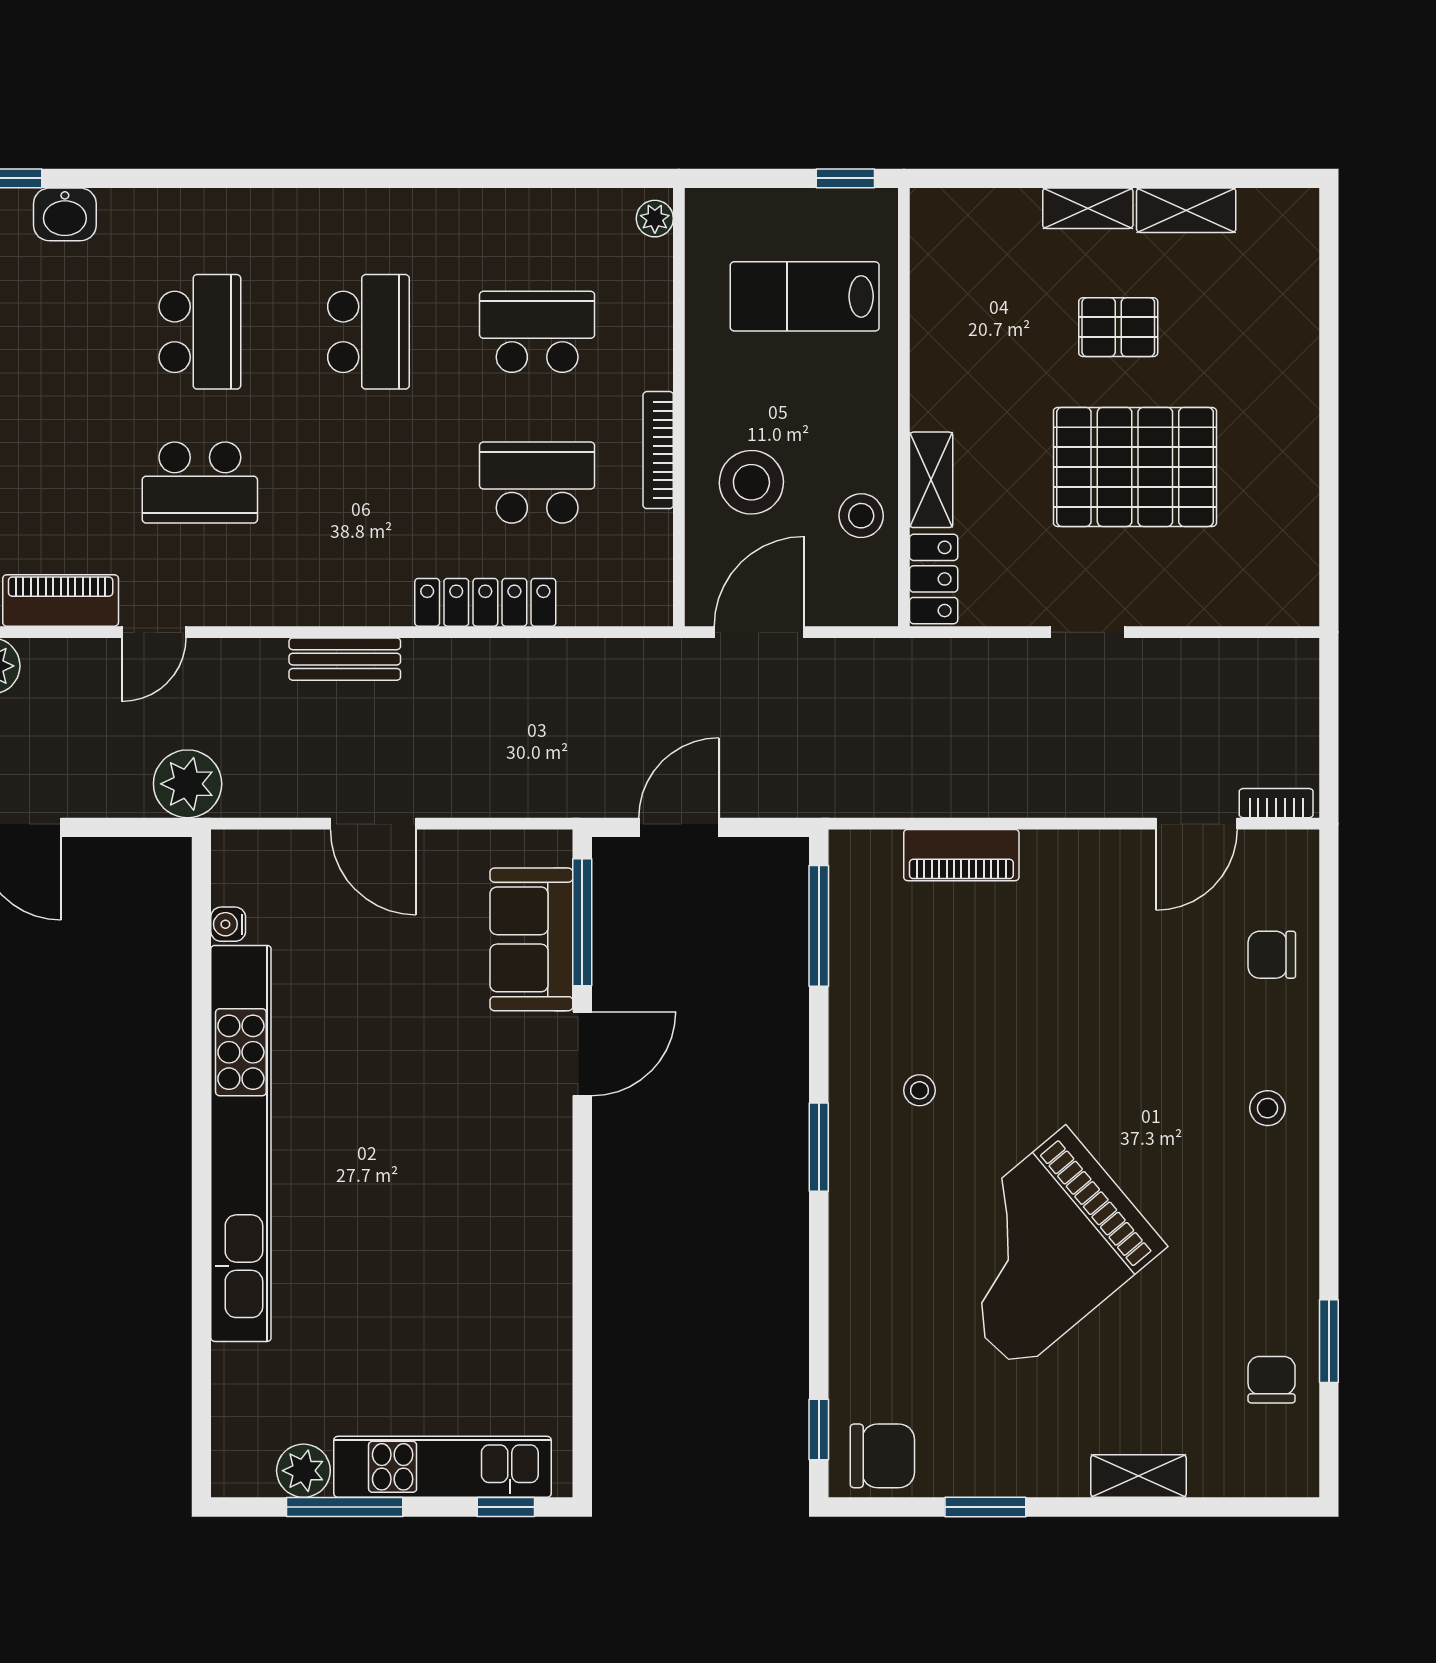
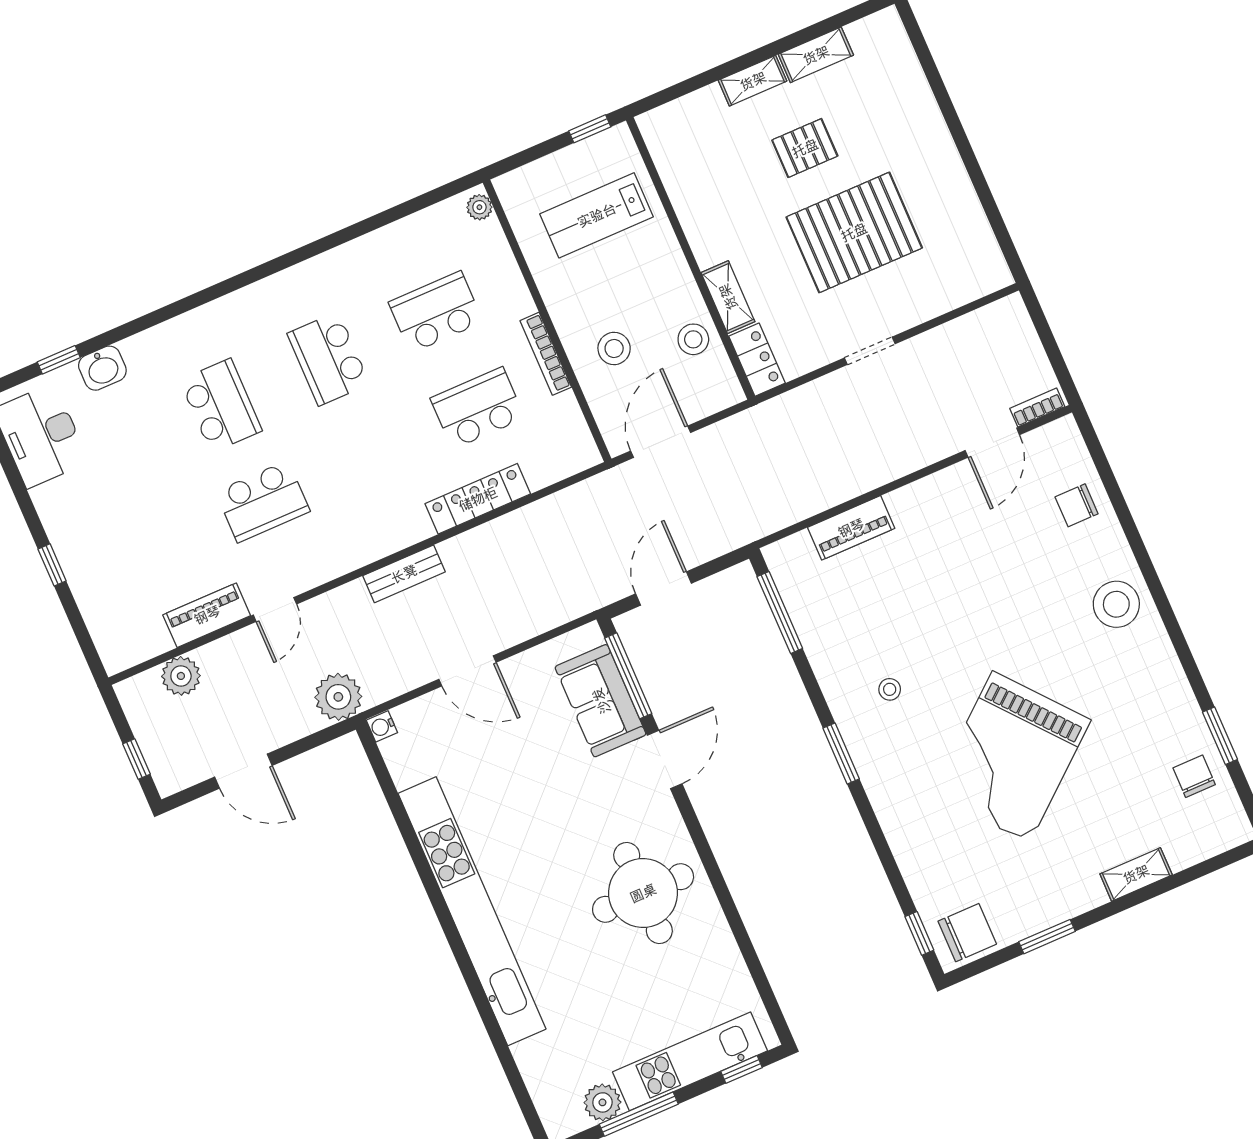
school desk: (368, 332) -> (328, 359), turned 180
stool: (751, 482) -> (614, 348), width x0.73, depth x0.73
water cooler: (228, 924) -> (382, 726), moved
stool: (1268, 1108) -> (1116, 604), width x1.89, depth x1.89
round table: (477, 1218) -> (643, 893), added

